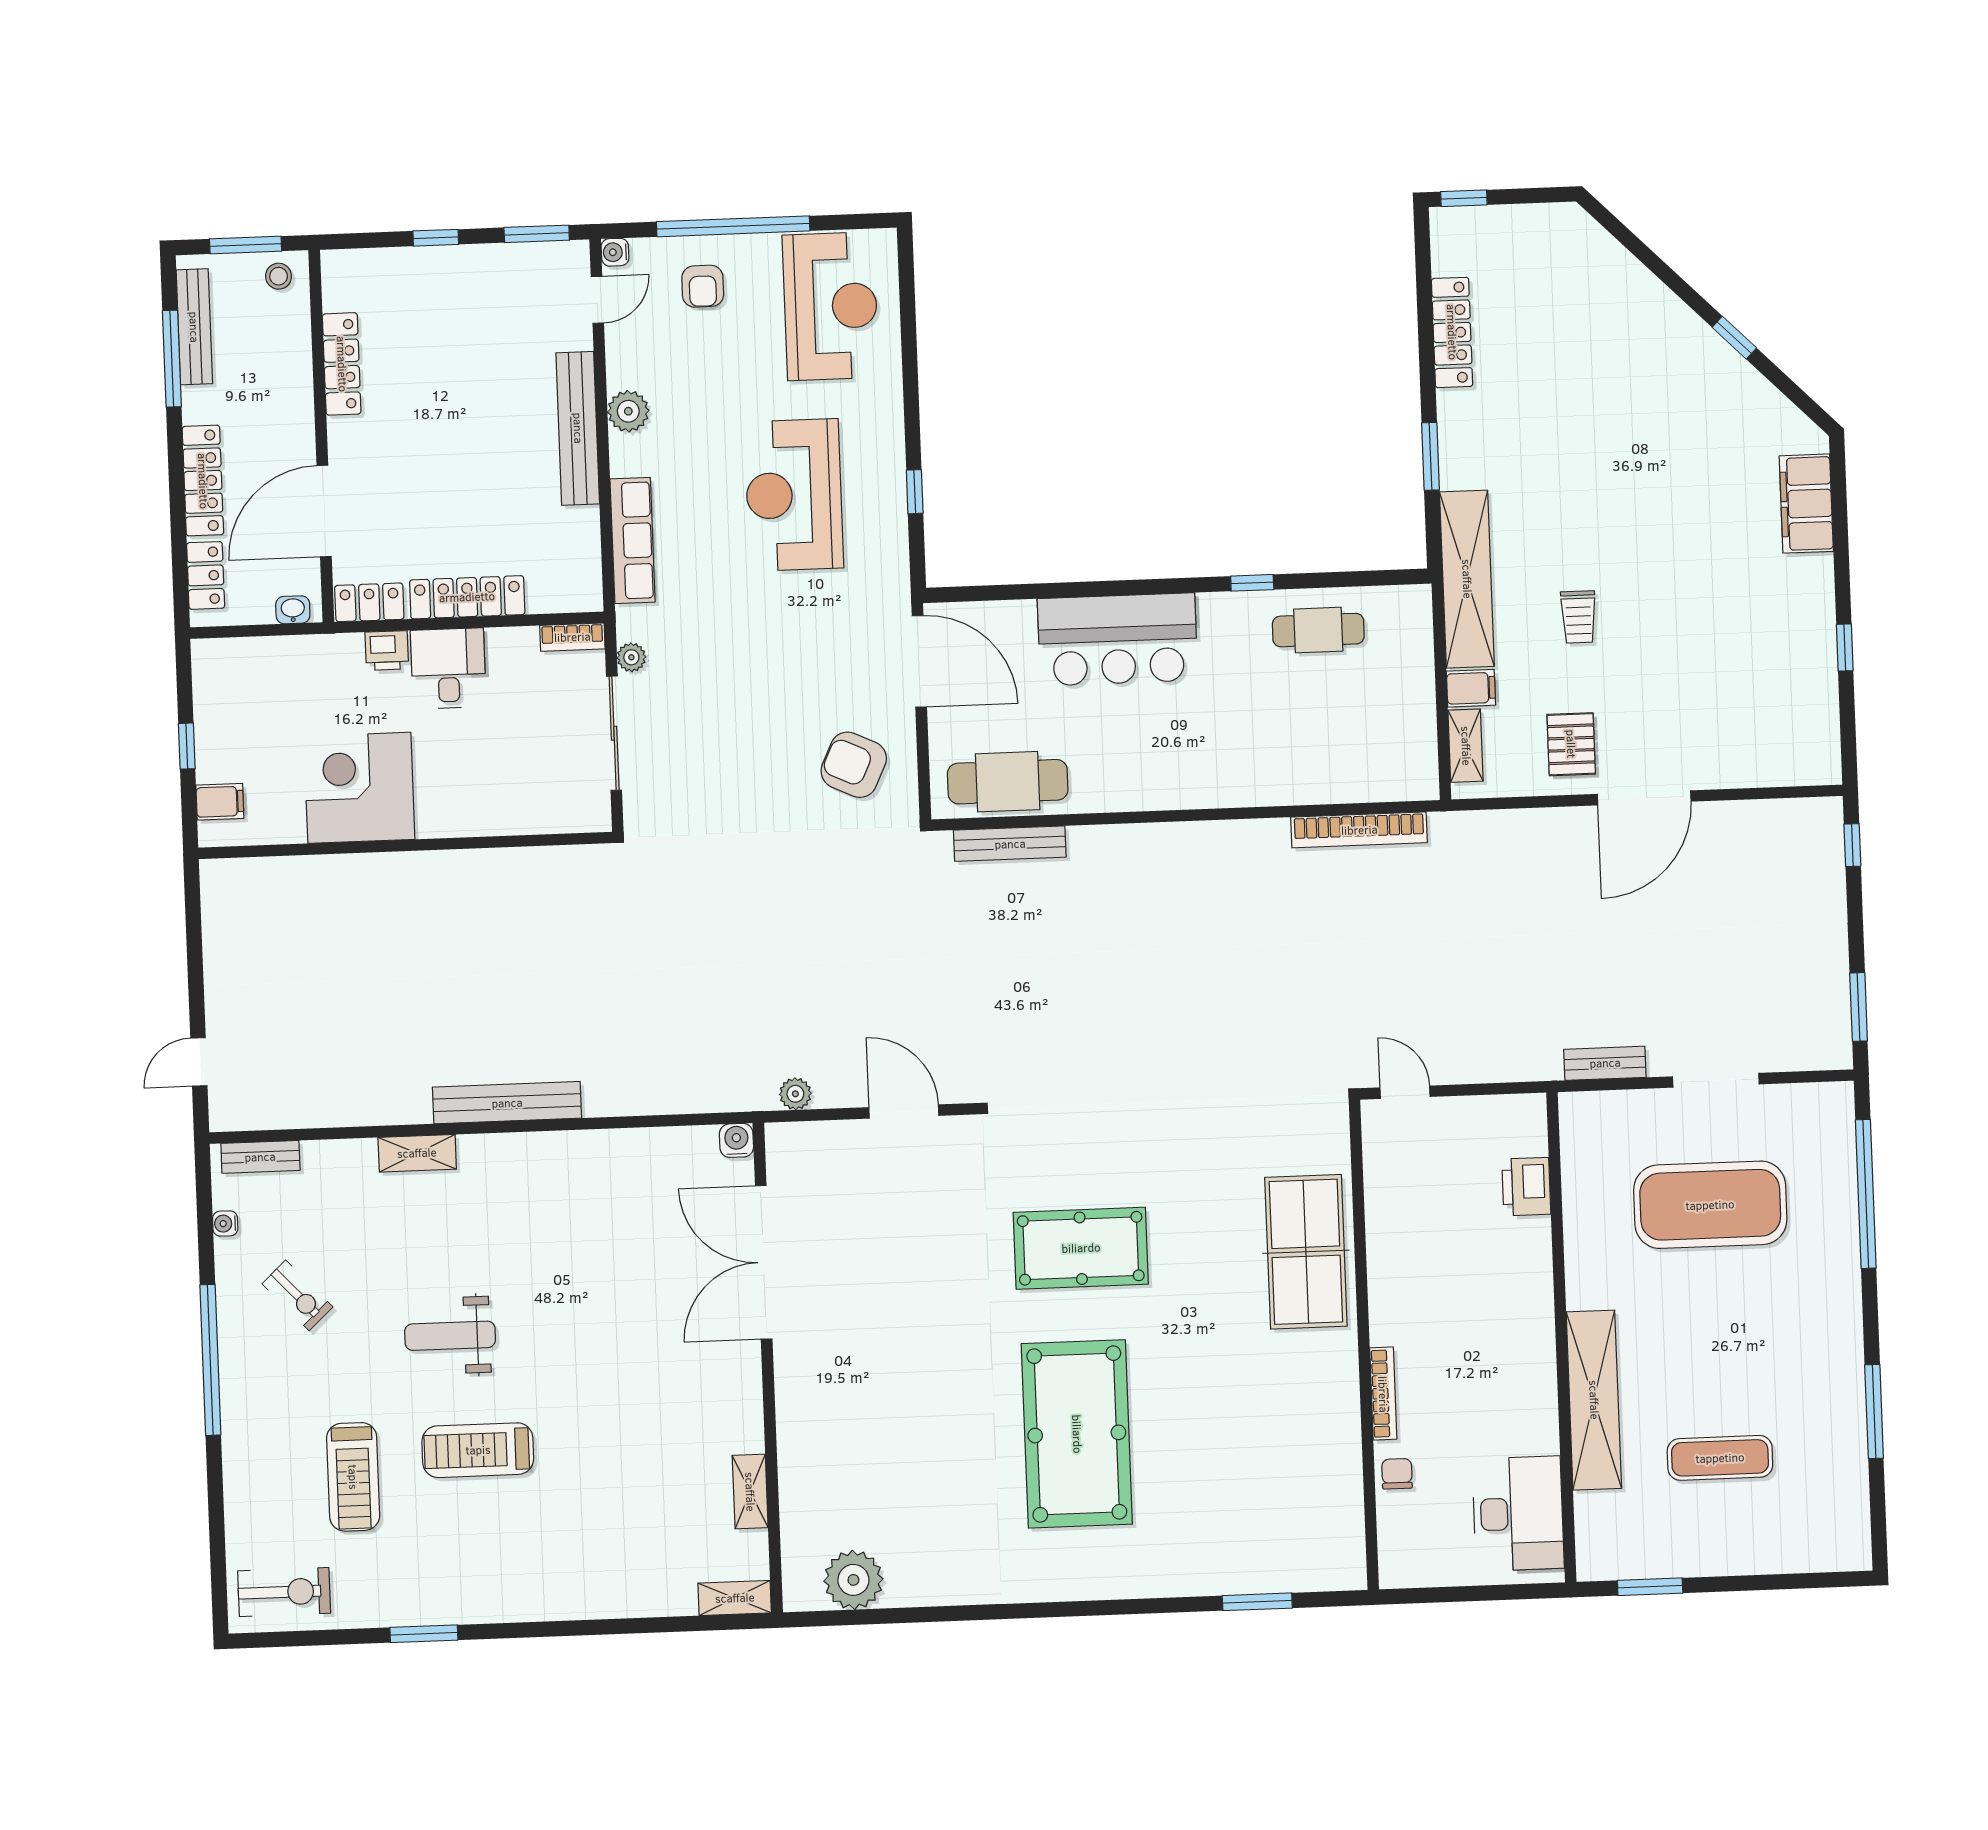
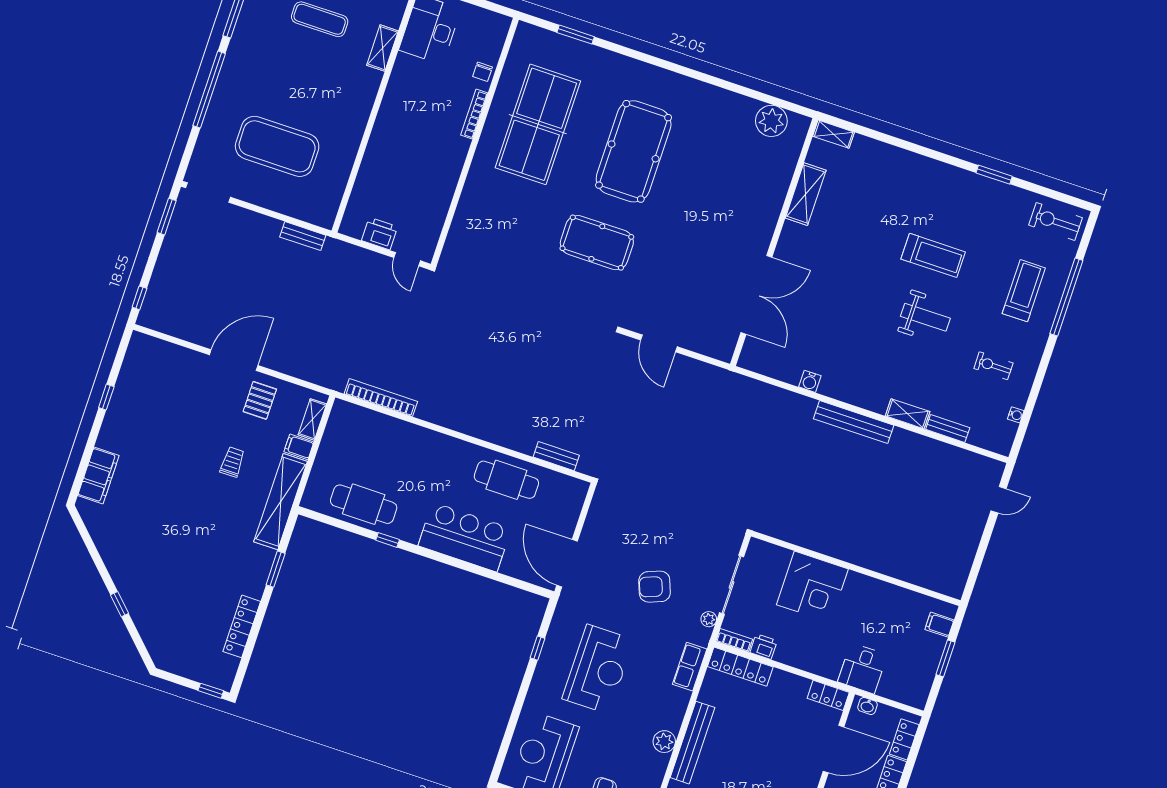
window: (1734, 338) -> (119, 604), moved
row of seats: (633, 540) -> (690, 667), width x0.68
locker: (467, 597) -> (740, 667), moved
cafe table: (1318, 630) -> (364, 504), width x1.37, depth x1.35
printer: (387, 651) -> (764, 647), moved
desk: (448, 668) -> (862, 668), moved
window: (187, 746) -> (945, 658), width x1.50
armchair: (854, 765) -> (655, 587), moved, turned 134
cafe table: (1008, 782) -> (506, 480), moved
corner desk: (359, 788) -> (812, 587), moved
bench: (1010, 844) -> (556, 456), width x0.73
doorway: (1716, 1080) -> (208, 193), moved
plant: (795, 1094) -> (709, 372), removed
water cooler: (736, 1140) -> (810, 381), moved
bench: (260, 1157) -> (948, 428), moved
printer: (1526, 1187) -> (380, 234), moved, turned -90
window: (1866, 1194) -> (209, 90), moved
table tennis table: (1306, 1252) -> (538, 124), moved, width x1.36, depth x1.32
exercise bike: (297, 1295) -> (993, 366), turned -47
window: (210, 1360) -> (1066, 297), moved
shelving: (1594, 1400) -> (383, 48), width x0.45, depth x0.75
treadmill: (353, 1477) -> (1024, 291), moved
shelving: (750, 1492) -> (806, 194), width x1.50, depth x1.33

